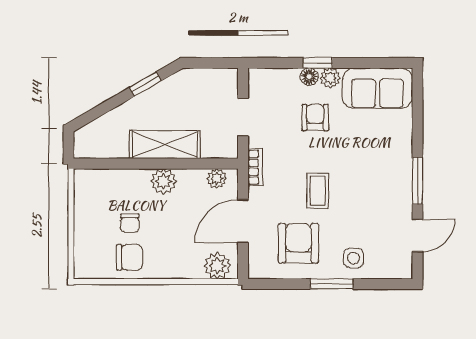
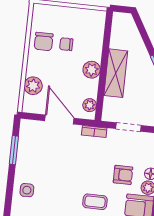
coffee table: (318, 191) -> (95, 202), moved
armchair: (299, 243) -> (41, 155), removed
plant: (217, 266) -> (33, 86), moved
window: (332, 284) -> (14, 150), moved

